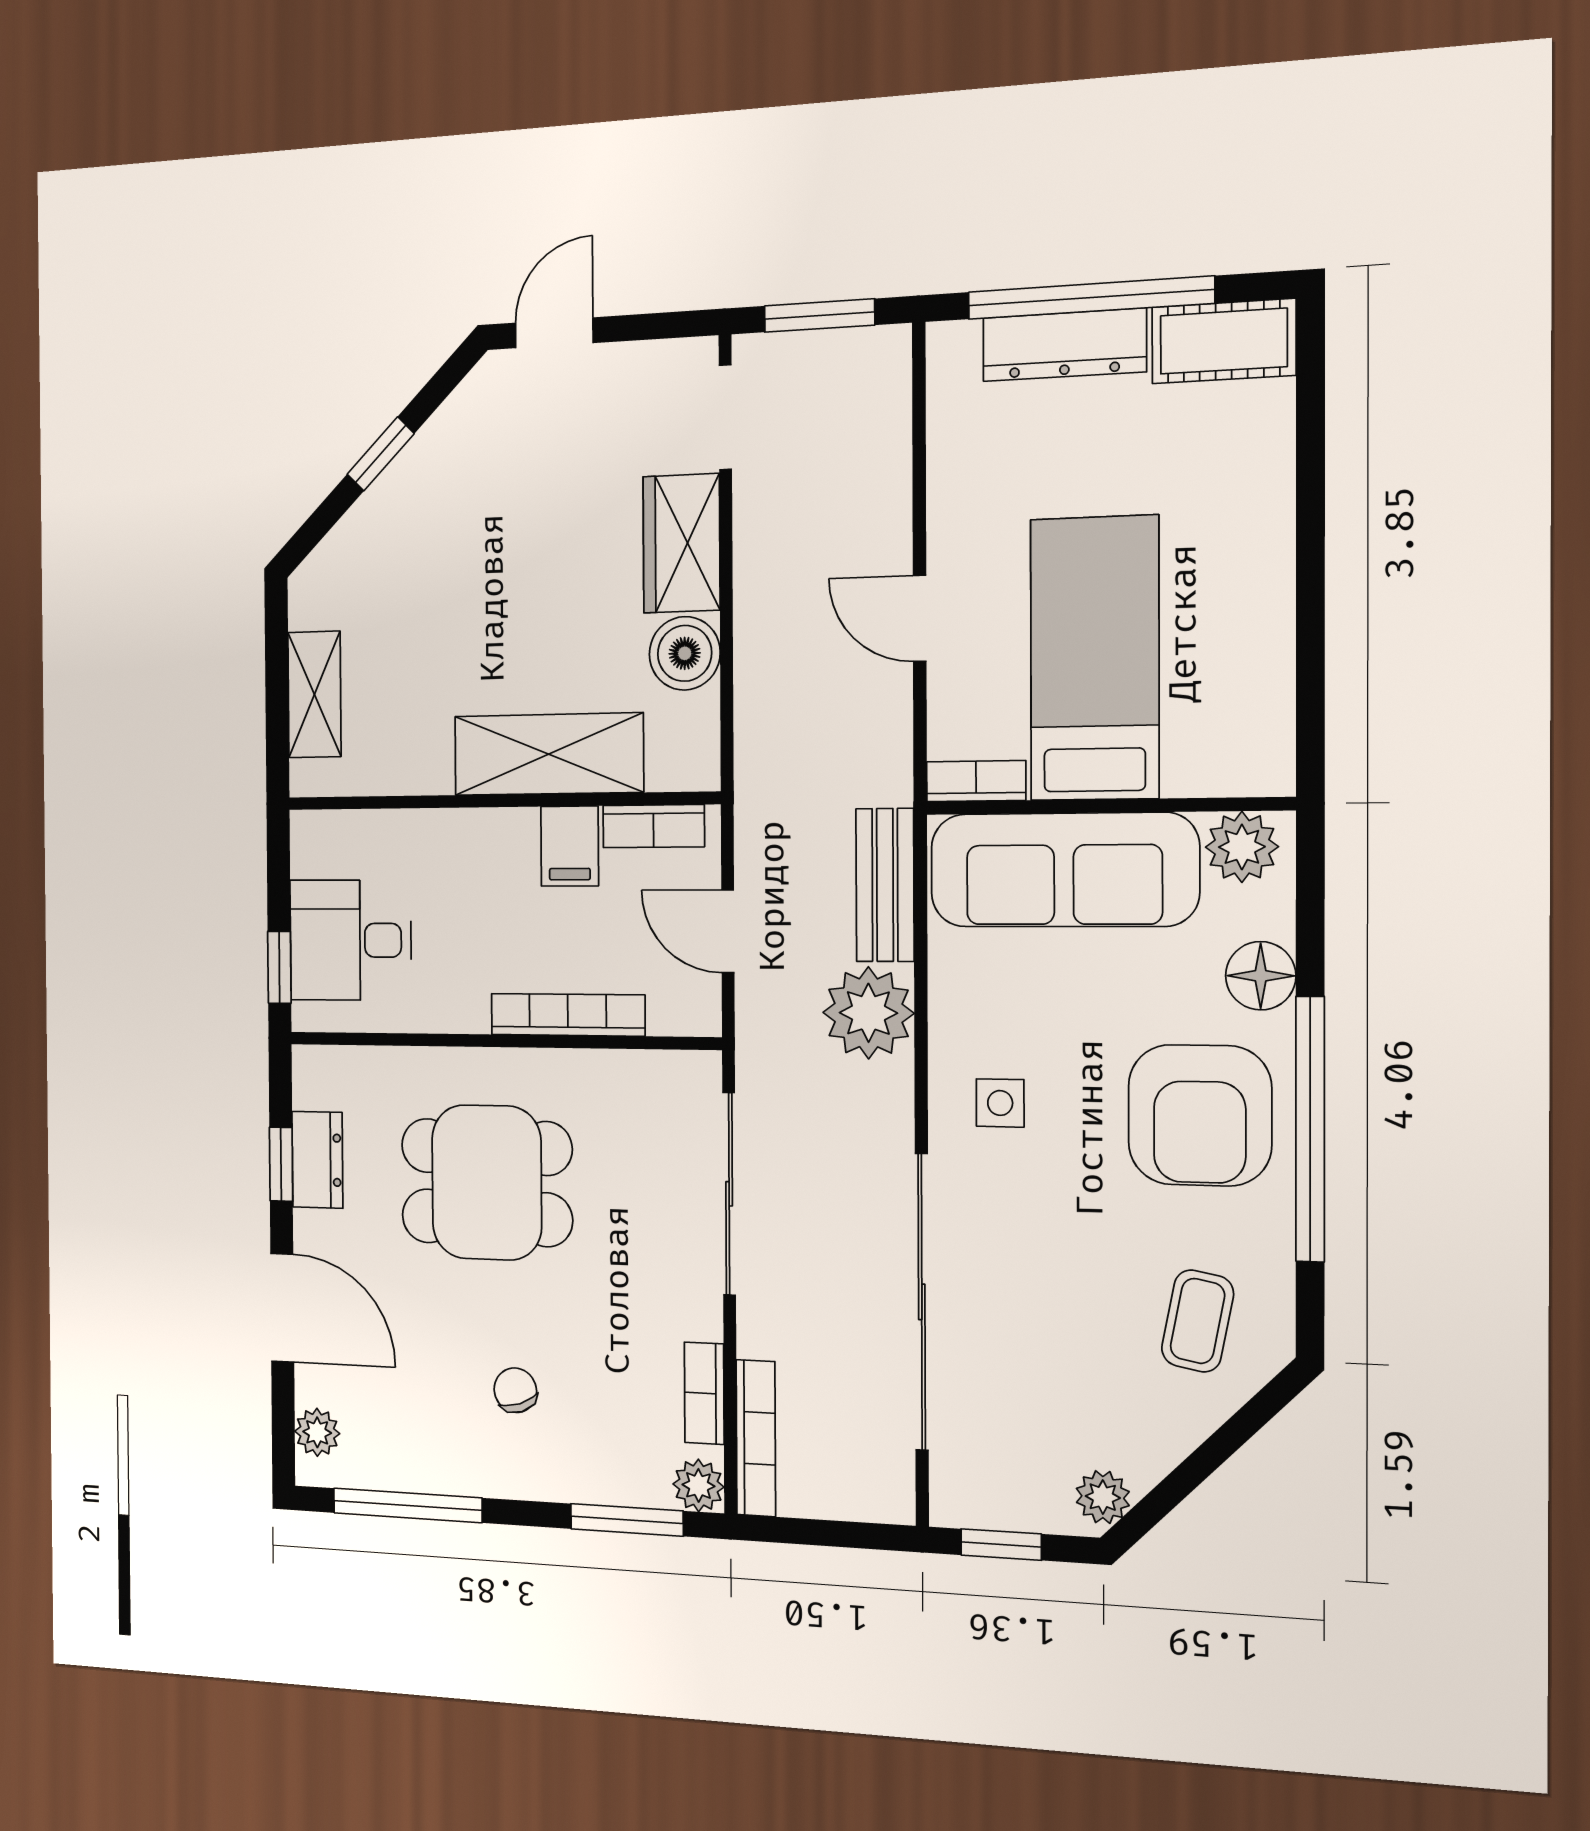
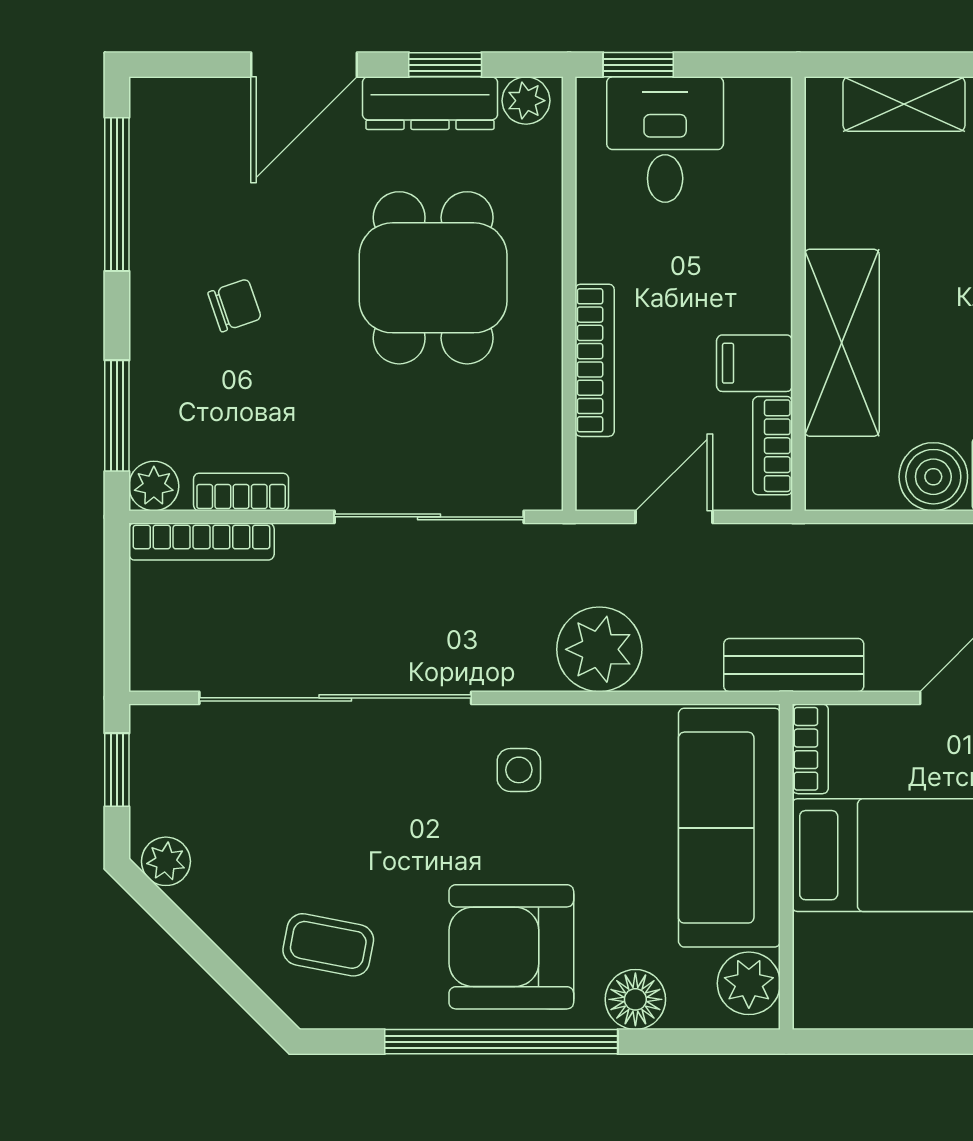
bench: (885, 885) -> (794, 665), moved
dresser: (317, 1160) -> (430, 103), width x1.44
plant: (317, 1432) -> (526, 101), moved

